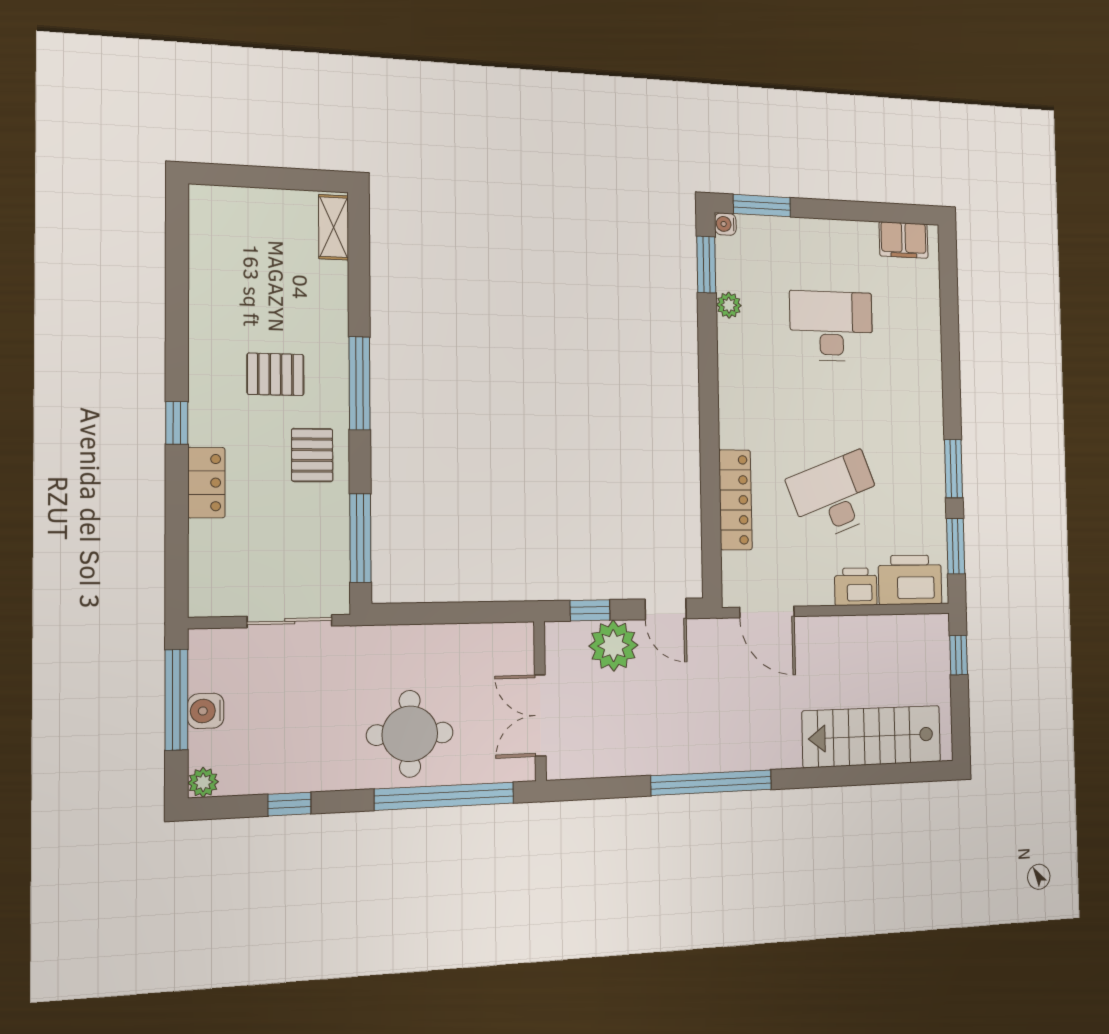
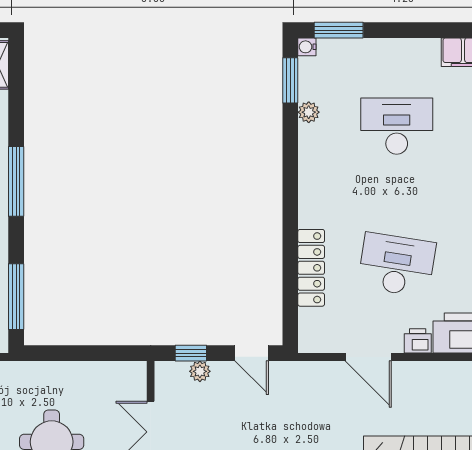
desk: (835, 496) -> (397, 265), turned 30
printer: (856, 587) -> (418, 341), width x0.73, depth x0.81
door: (767, 612) -> (368, 357), moved
plant: (613, 646) -> (200, 371), width x0.53, depth x0.53

